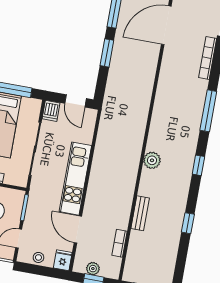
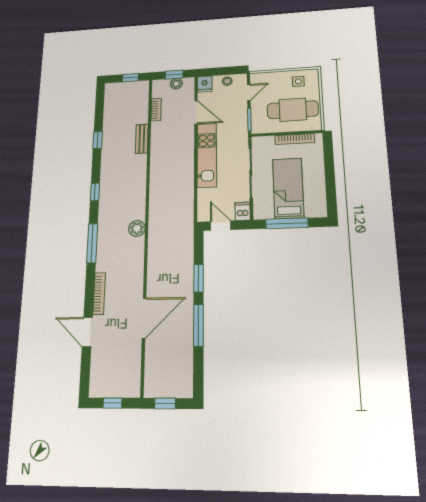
plant: (152, 160) -> (137, 228), moved

